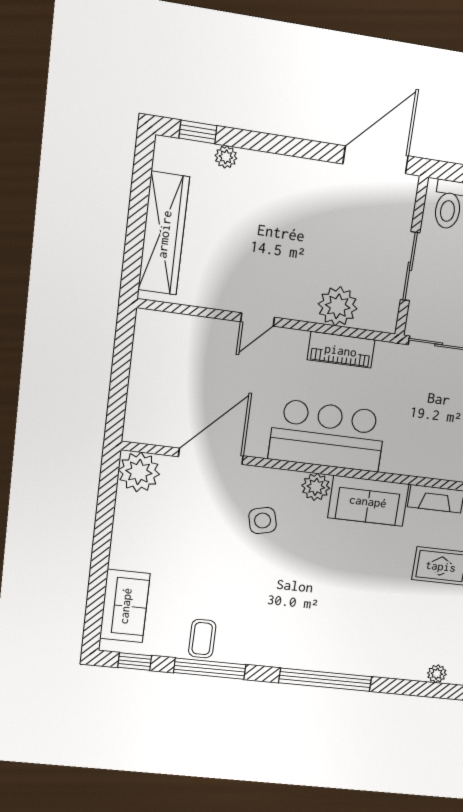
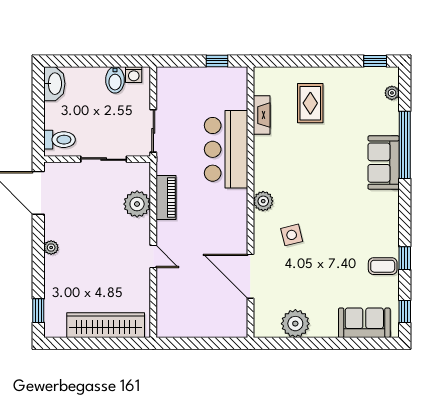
plant: (226, 157) -> (51, 248), moved
bar counter: (327, 436) -> (226, 149), moved
plant: (139, 472) -> (295, 324), moved
sofa: (368, 501) -> (384, 163), moved, turned 180
window: (210, 669) -> (405, 258), width x0.46
window: (325, 680) -> (405, 145), moved

